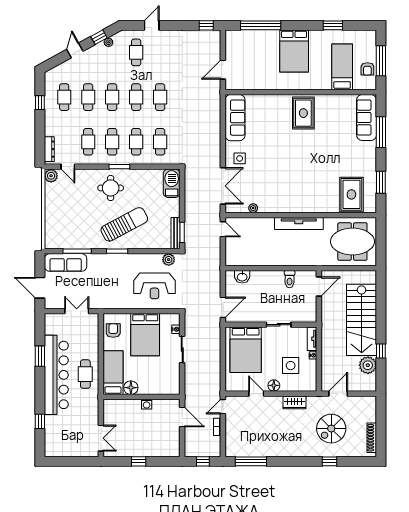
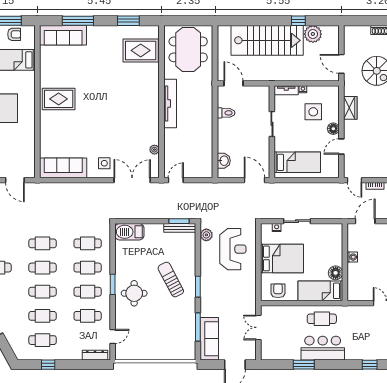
plant: (51, 176) -> (122, 353), removed
sun lounger: (124, 224) -> (171, 280), width x0.73, depth x0.75
armchair: (113, 331) -> (278, 291), turned 90
bed: (246, 350) -> (297, 162), width x0.67
bar counter: (56, 375) -> (323, 348), width x0.54

